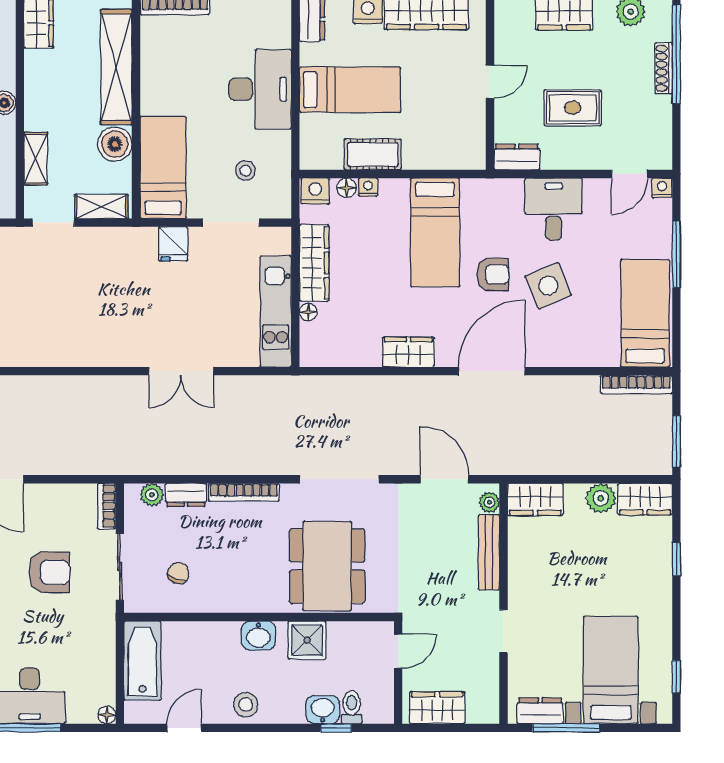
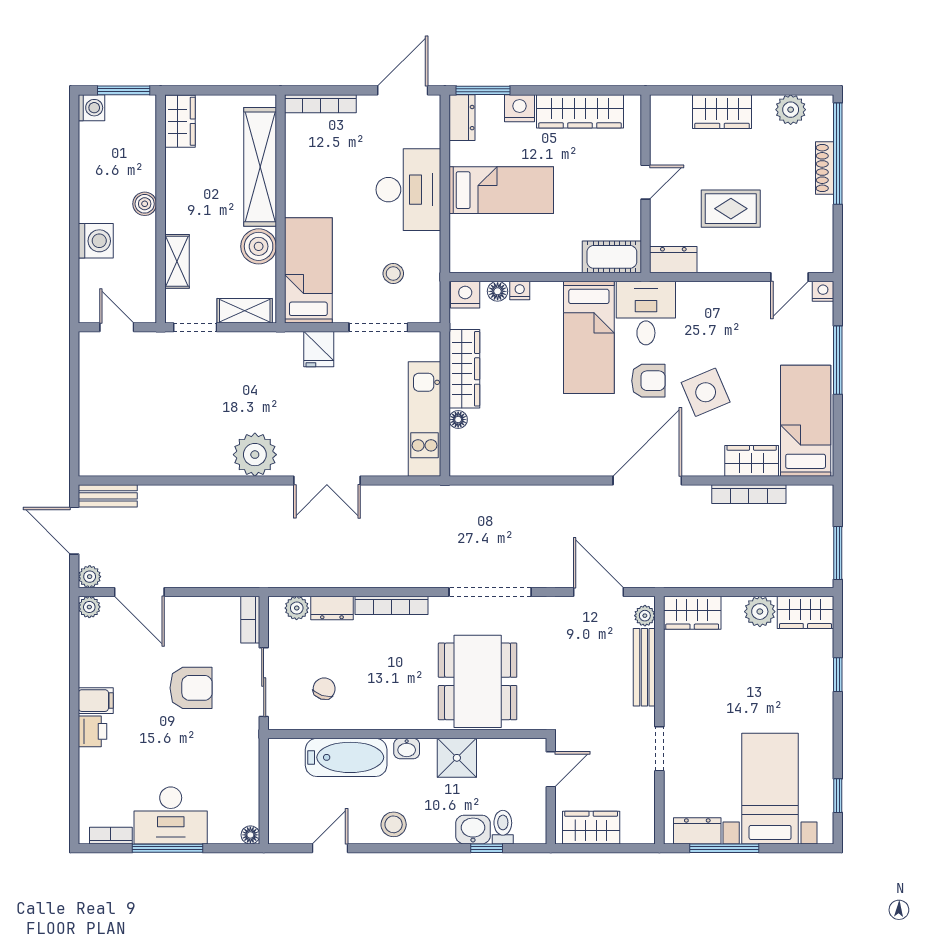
cot: (373, 154) -> (612, 257), moved
desk: (554, 209) -> (646, 313), moved
plant: (111, 346) -> (255, 455), added
wardrobe: (408, 352) -> (752, 461), moved
bookcase: (636, 384) -> (749, 494), moved
washbasin: (258, 636) -> (407, 749), width x0.72, depth x0.69
bathtub: (142, 661) -> (346, 757), moved, turned 90

